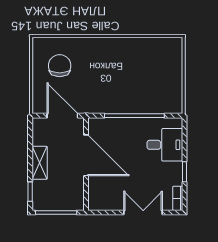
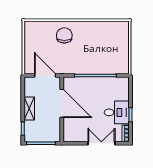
chair: (60, 66) -> (64, 35), moved
desk: (165, 145) -> (117, 112), moved

